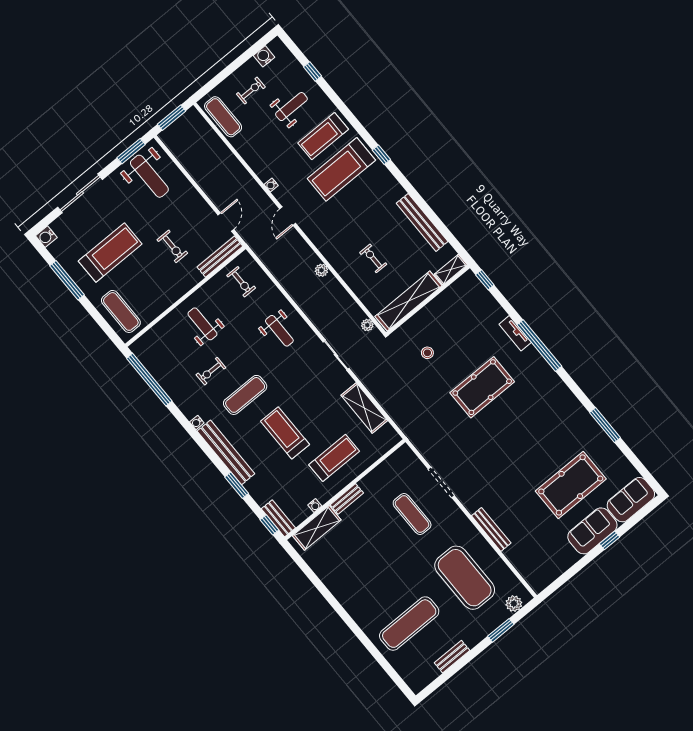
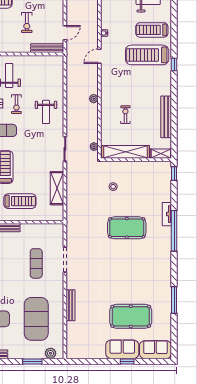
exercise bike: (241, 282) -> (16, 104), moved

